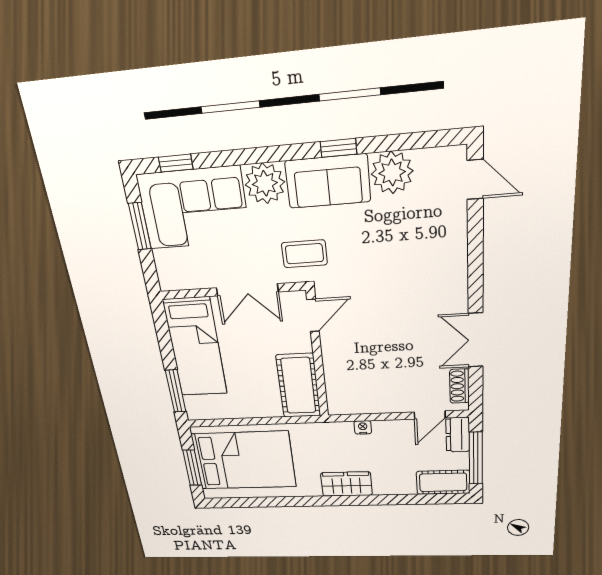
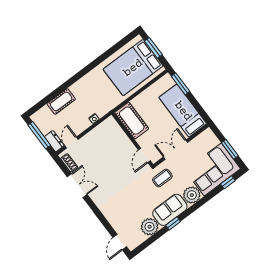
door: (475, 179) -> (120, 242), hinge flipped
cot: (443, 482) -> (61, 101), moved
wardrobe: (346, 484) -> (83, 86), removed

